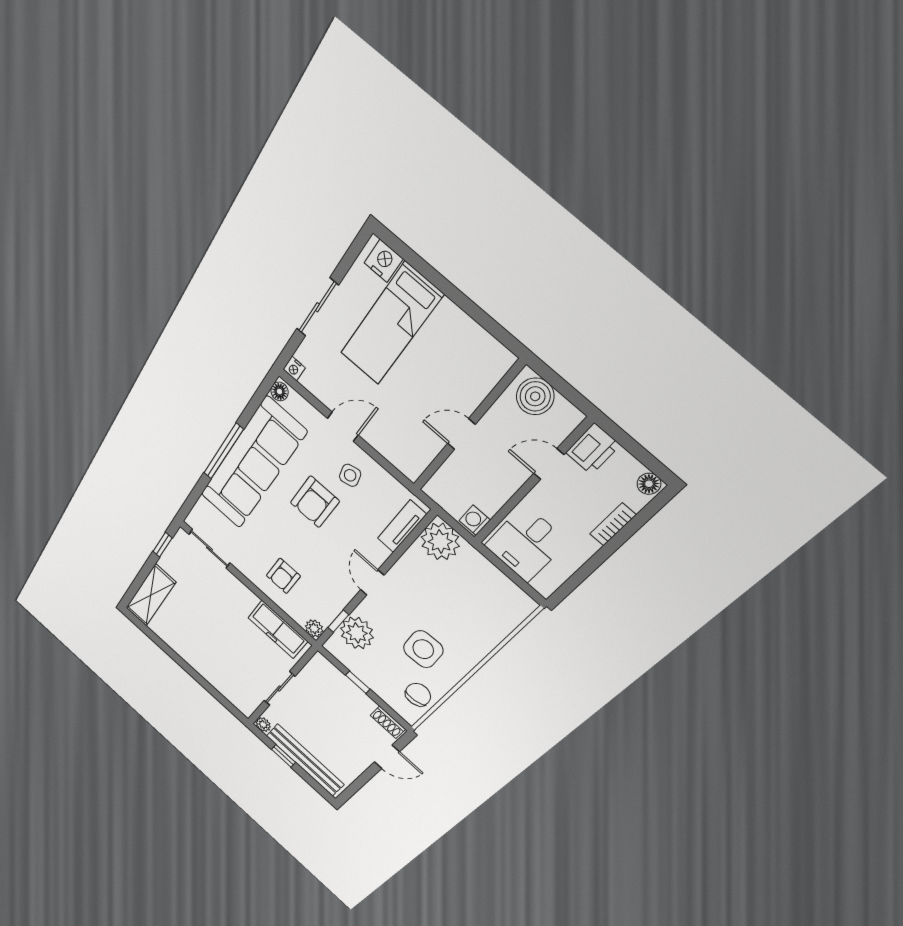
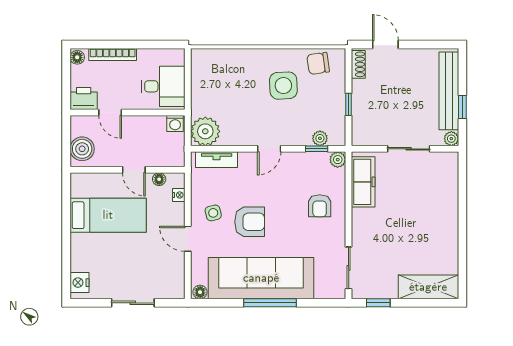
bed: (391, 324) -> (108, 215), moved
nightstand: (294, 369) -> (179, 195), moved
floor lamp: (429, 452) -> (159, 179), added
bookcase: (613, 524) -> (113, 54), width x1.56
armchair: (283, 576) -> (320, 206), turned 90
plant: (357, 633) -> (320, 138), width x0.53, depth x0.53

